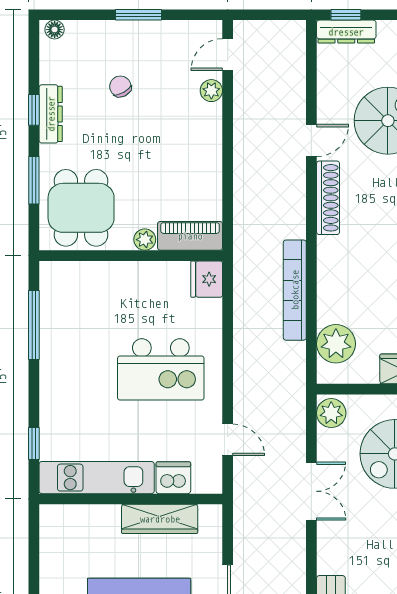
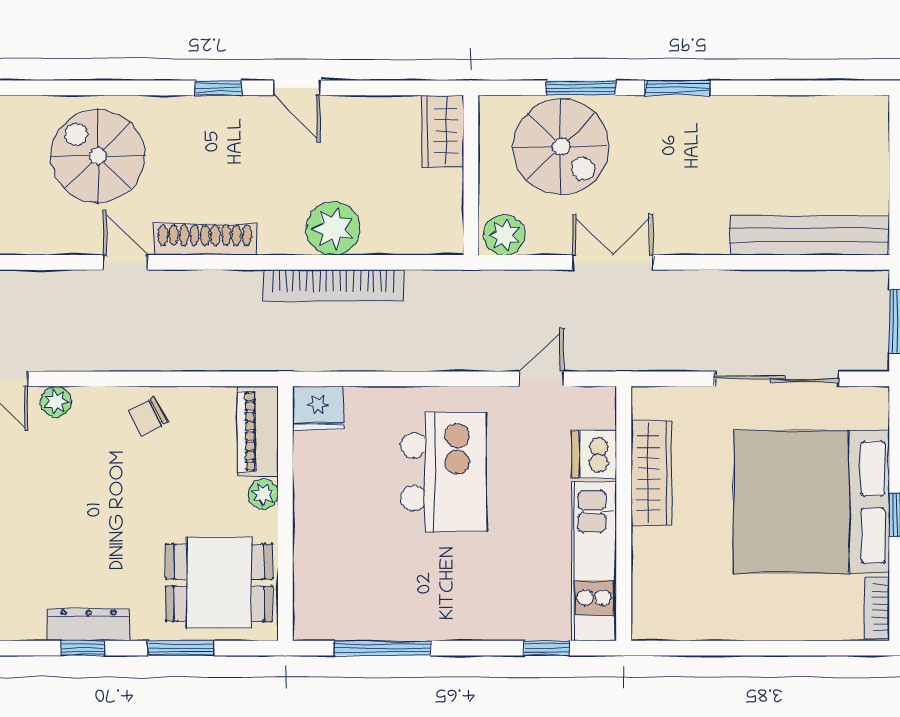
chair: (120, 86) -> (148, 416), moved
plant: (336, 344) -> (333, 228), moved

